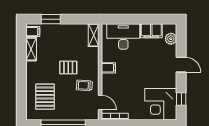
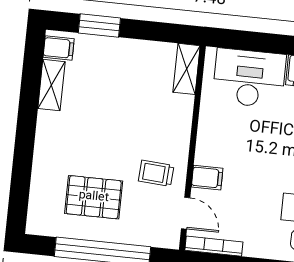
pallet: (68, 67) -> (126, 132), removed
filing cabinet: (108, 68) -> (207, 178), moved
pallet: (45, 97) -> (94, 197), moved, turned 90

